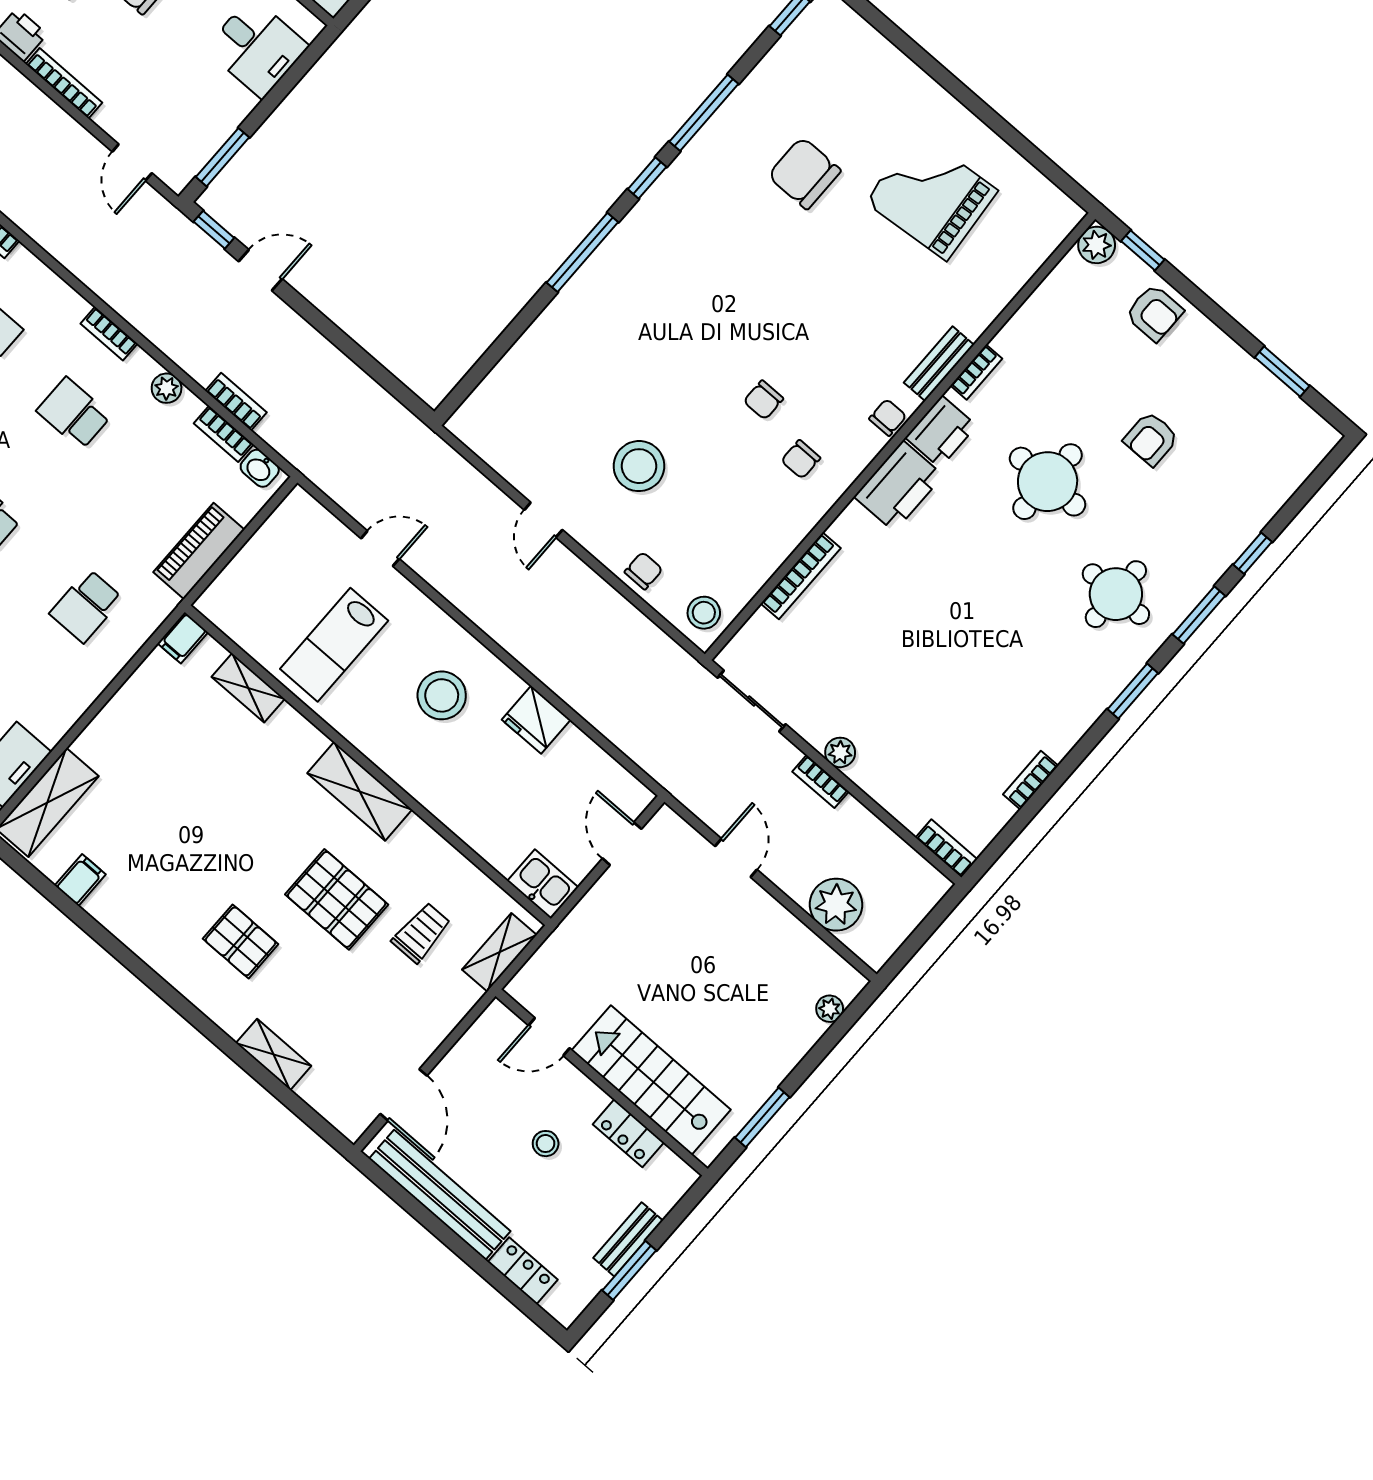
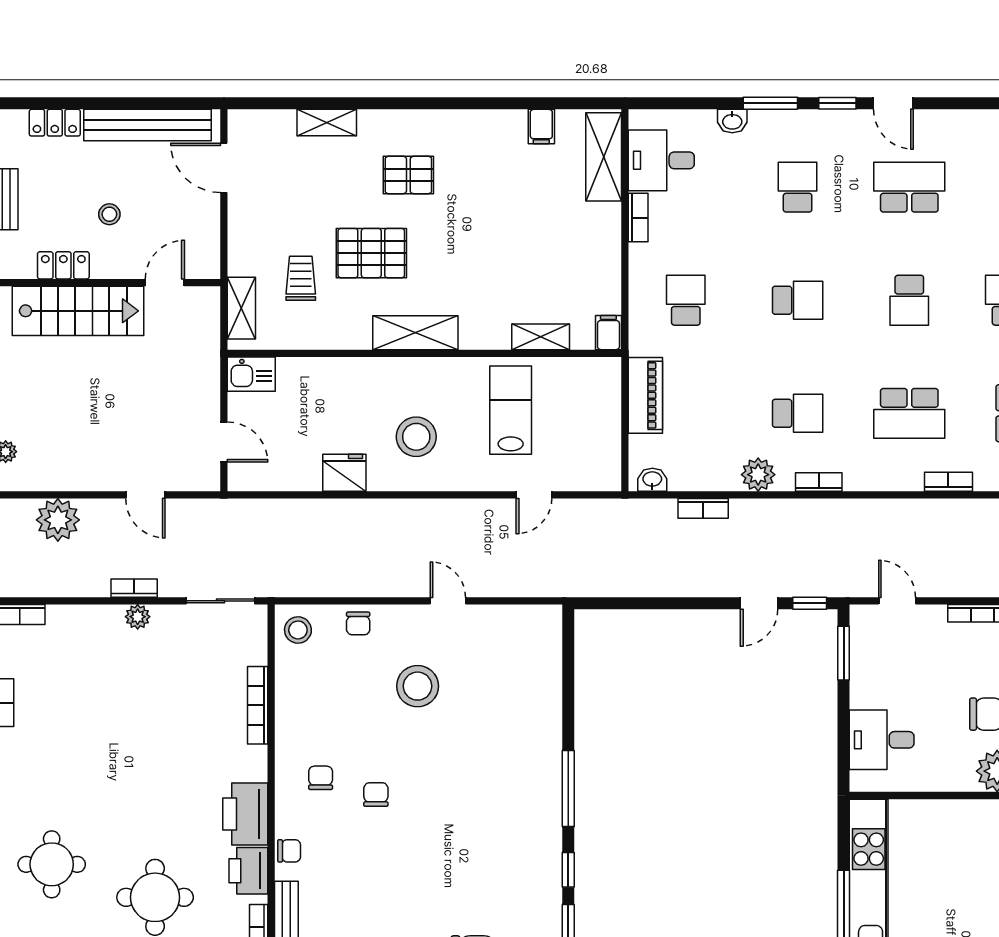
plant: (167, 388) -> (758, 475), width x1.38, depth x1.38
chair: (888, 417) -> (289, 851), turned -90
bookcase: (224, 434) -> (638, 218), moved, turned 90
trolley: (421, 933) -> (301, 278), turned 180

